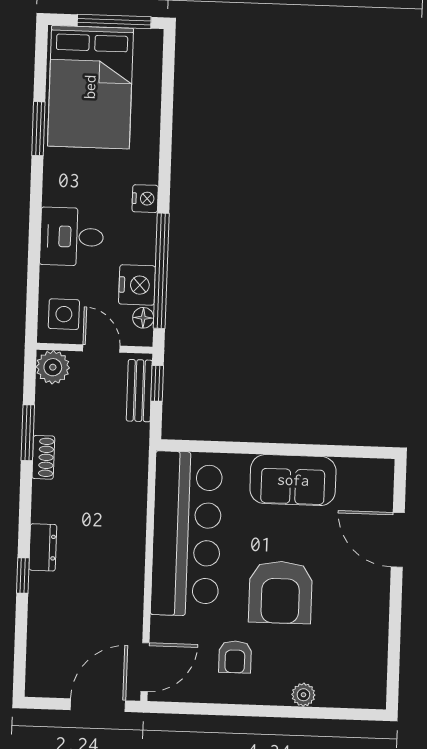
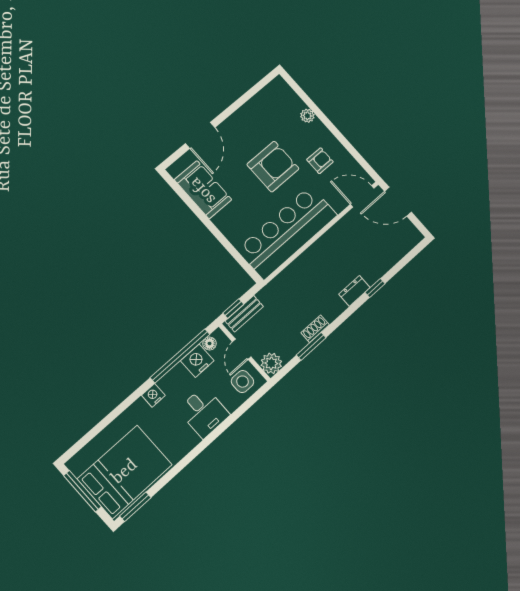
window: (38, 129) -> (135, 507), moved
sofa: (293, 480) -> (203, 190), moved

